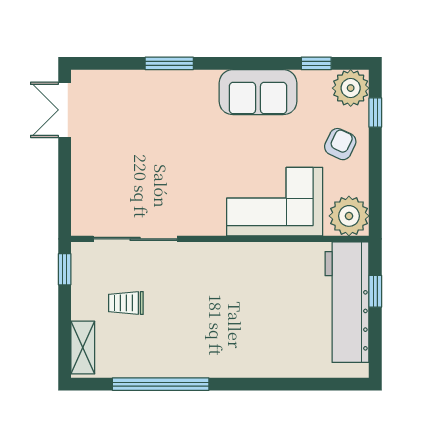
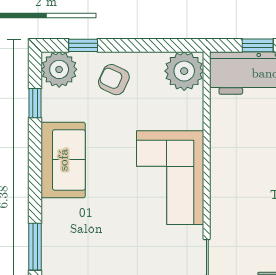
corner sofa: (275, 202) -> (170, 178), moved

